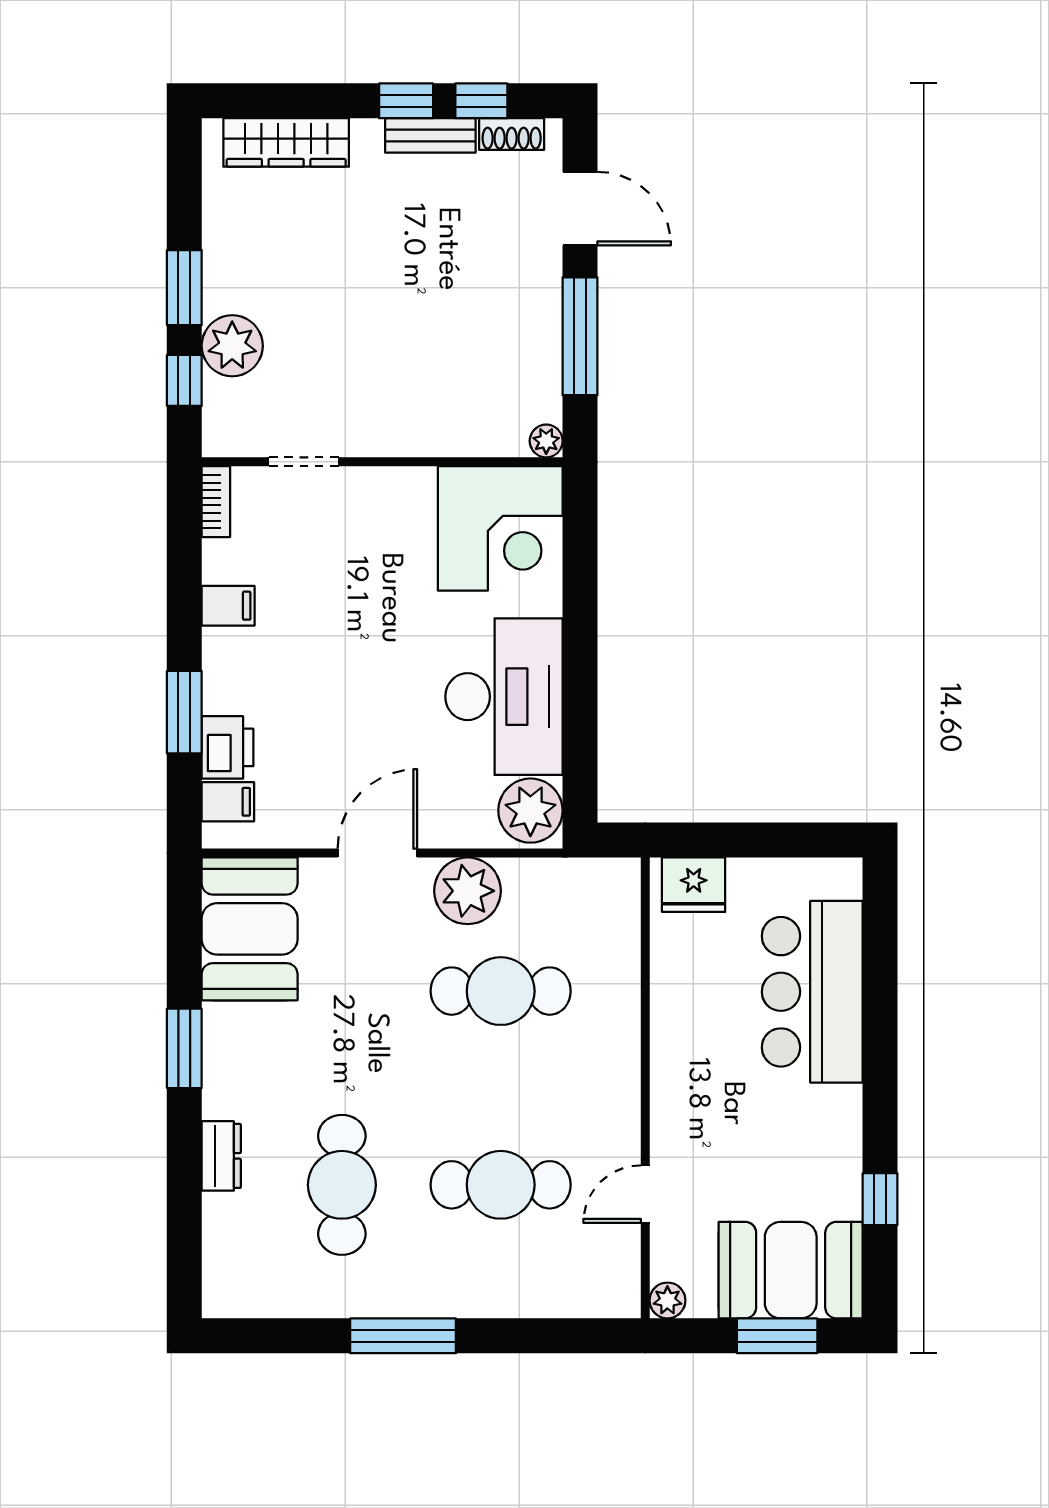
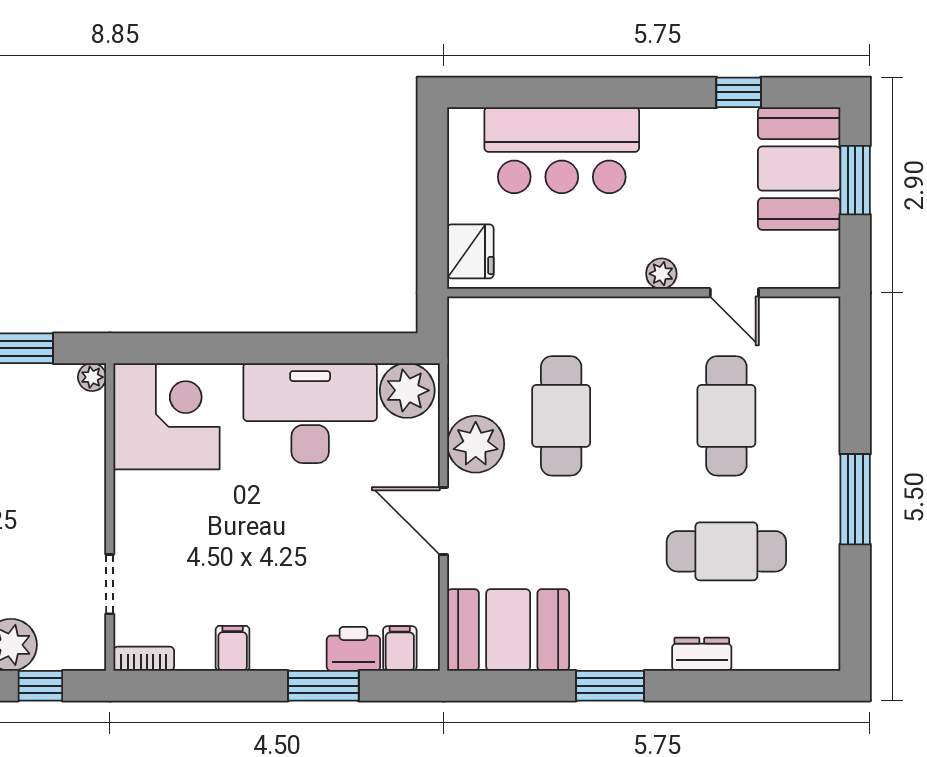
plant: (667, 1300) -> (661, 274), moved

